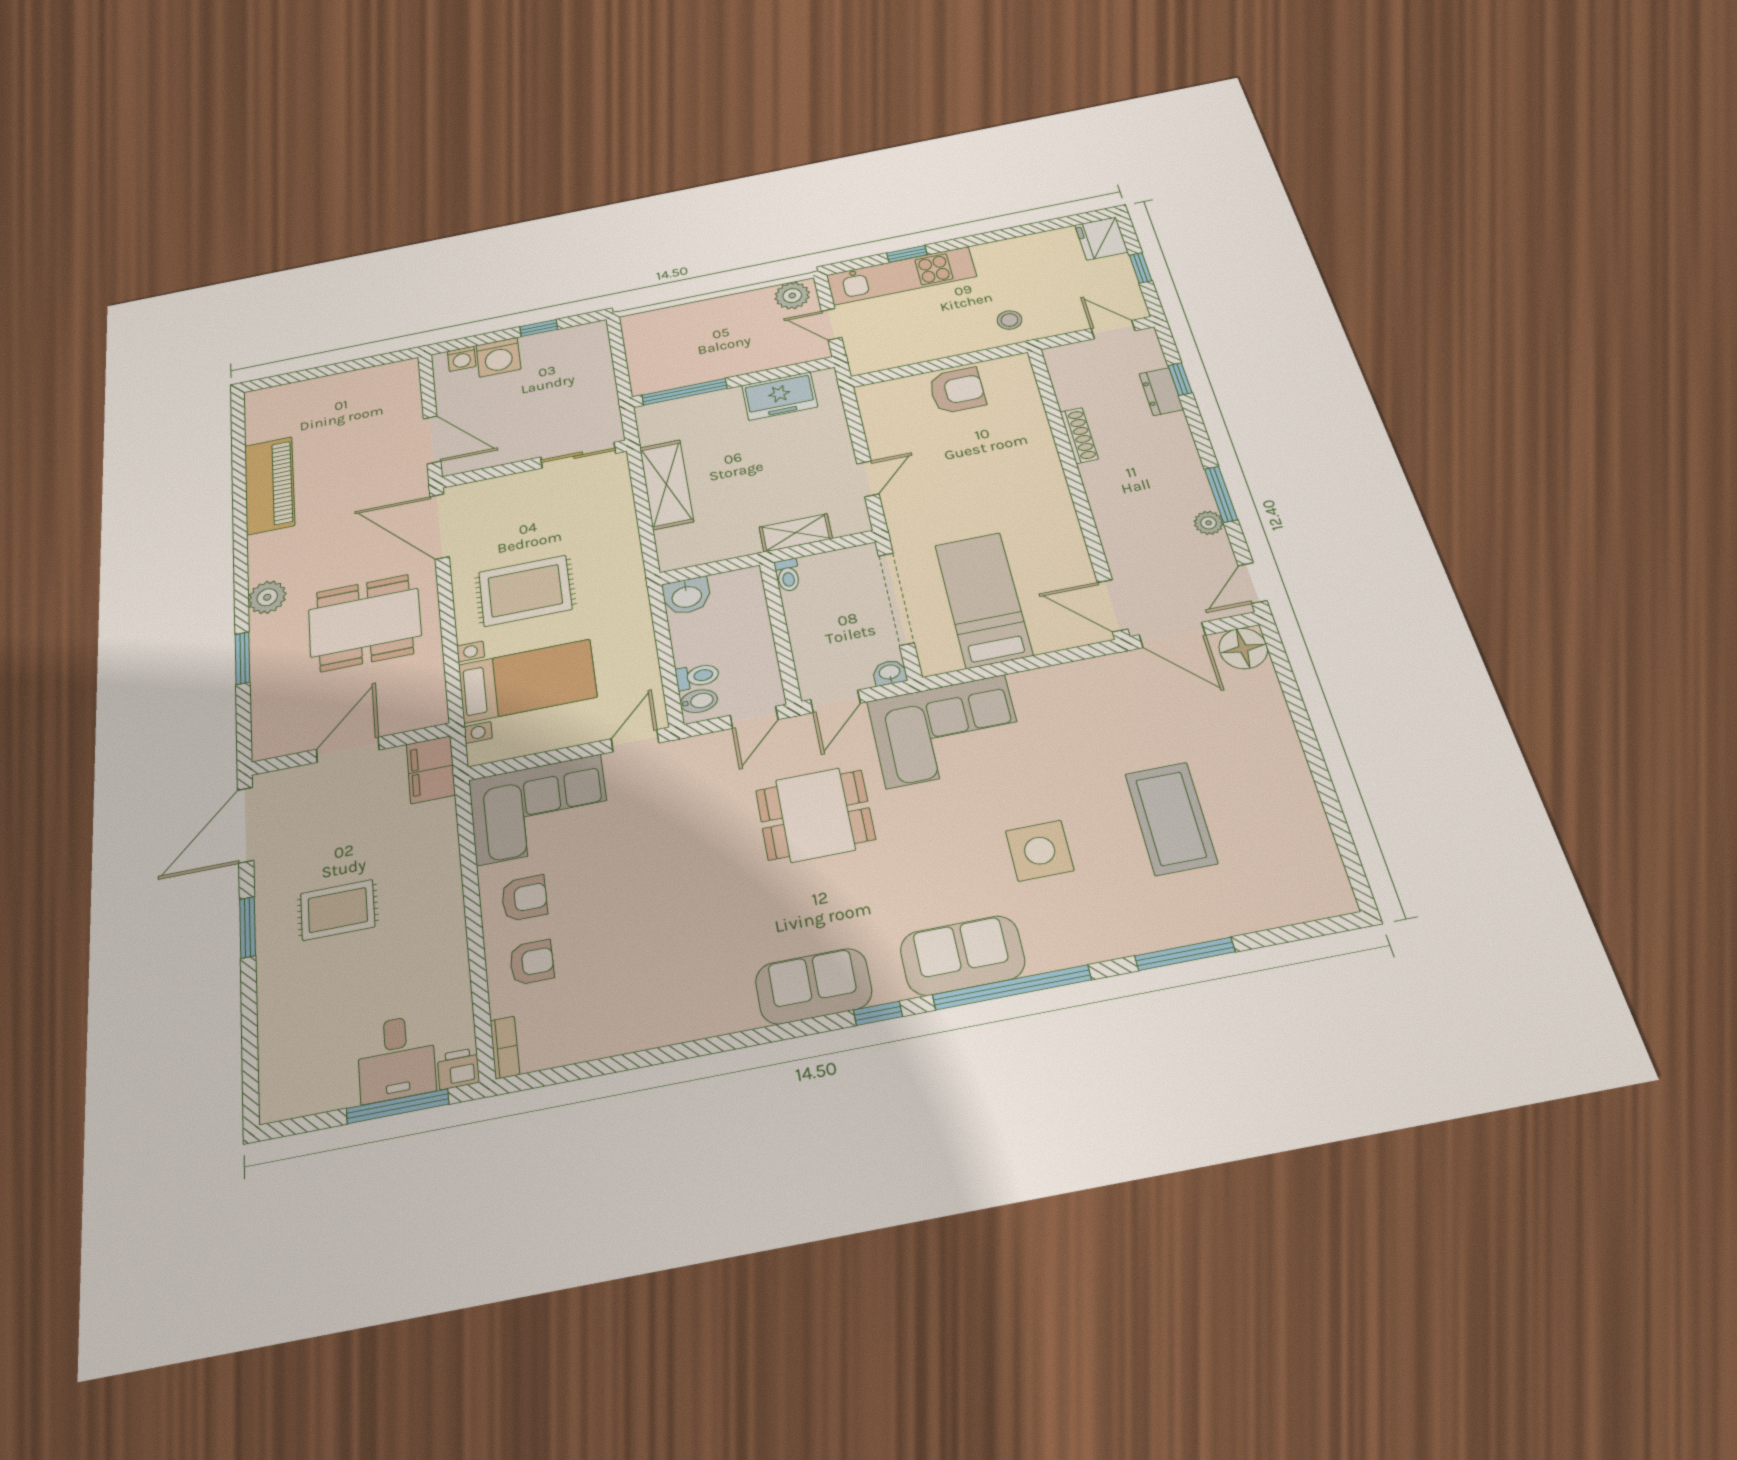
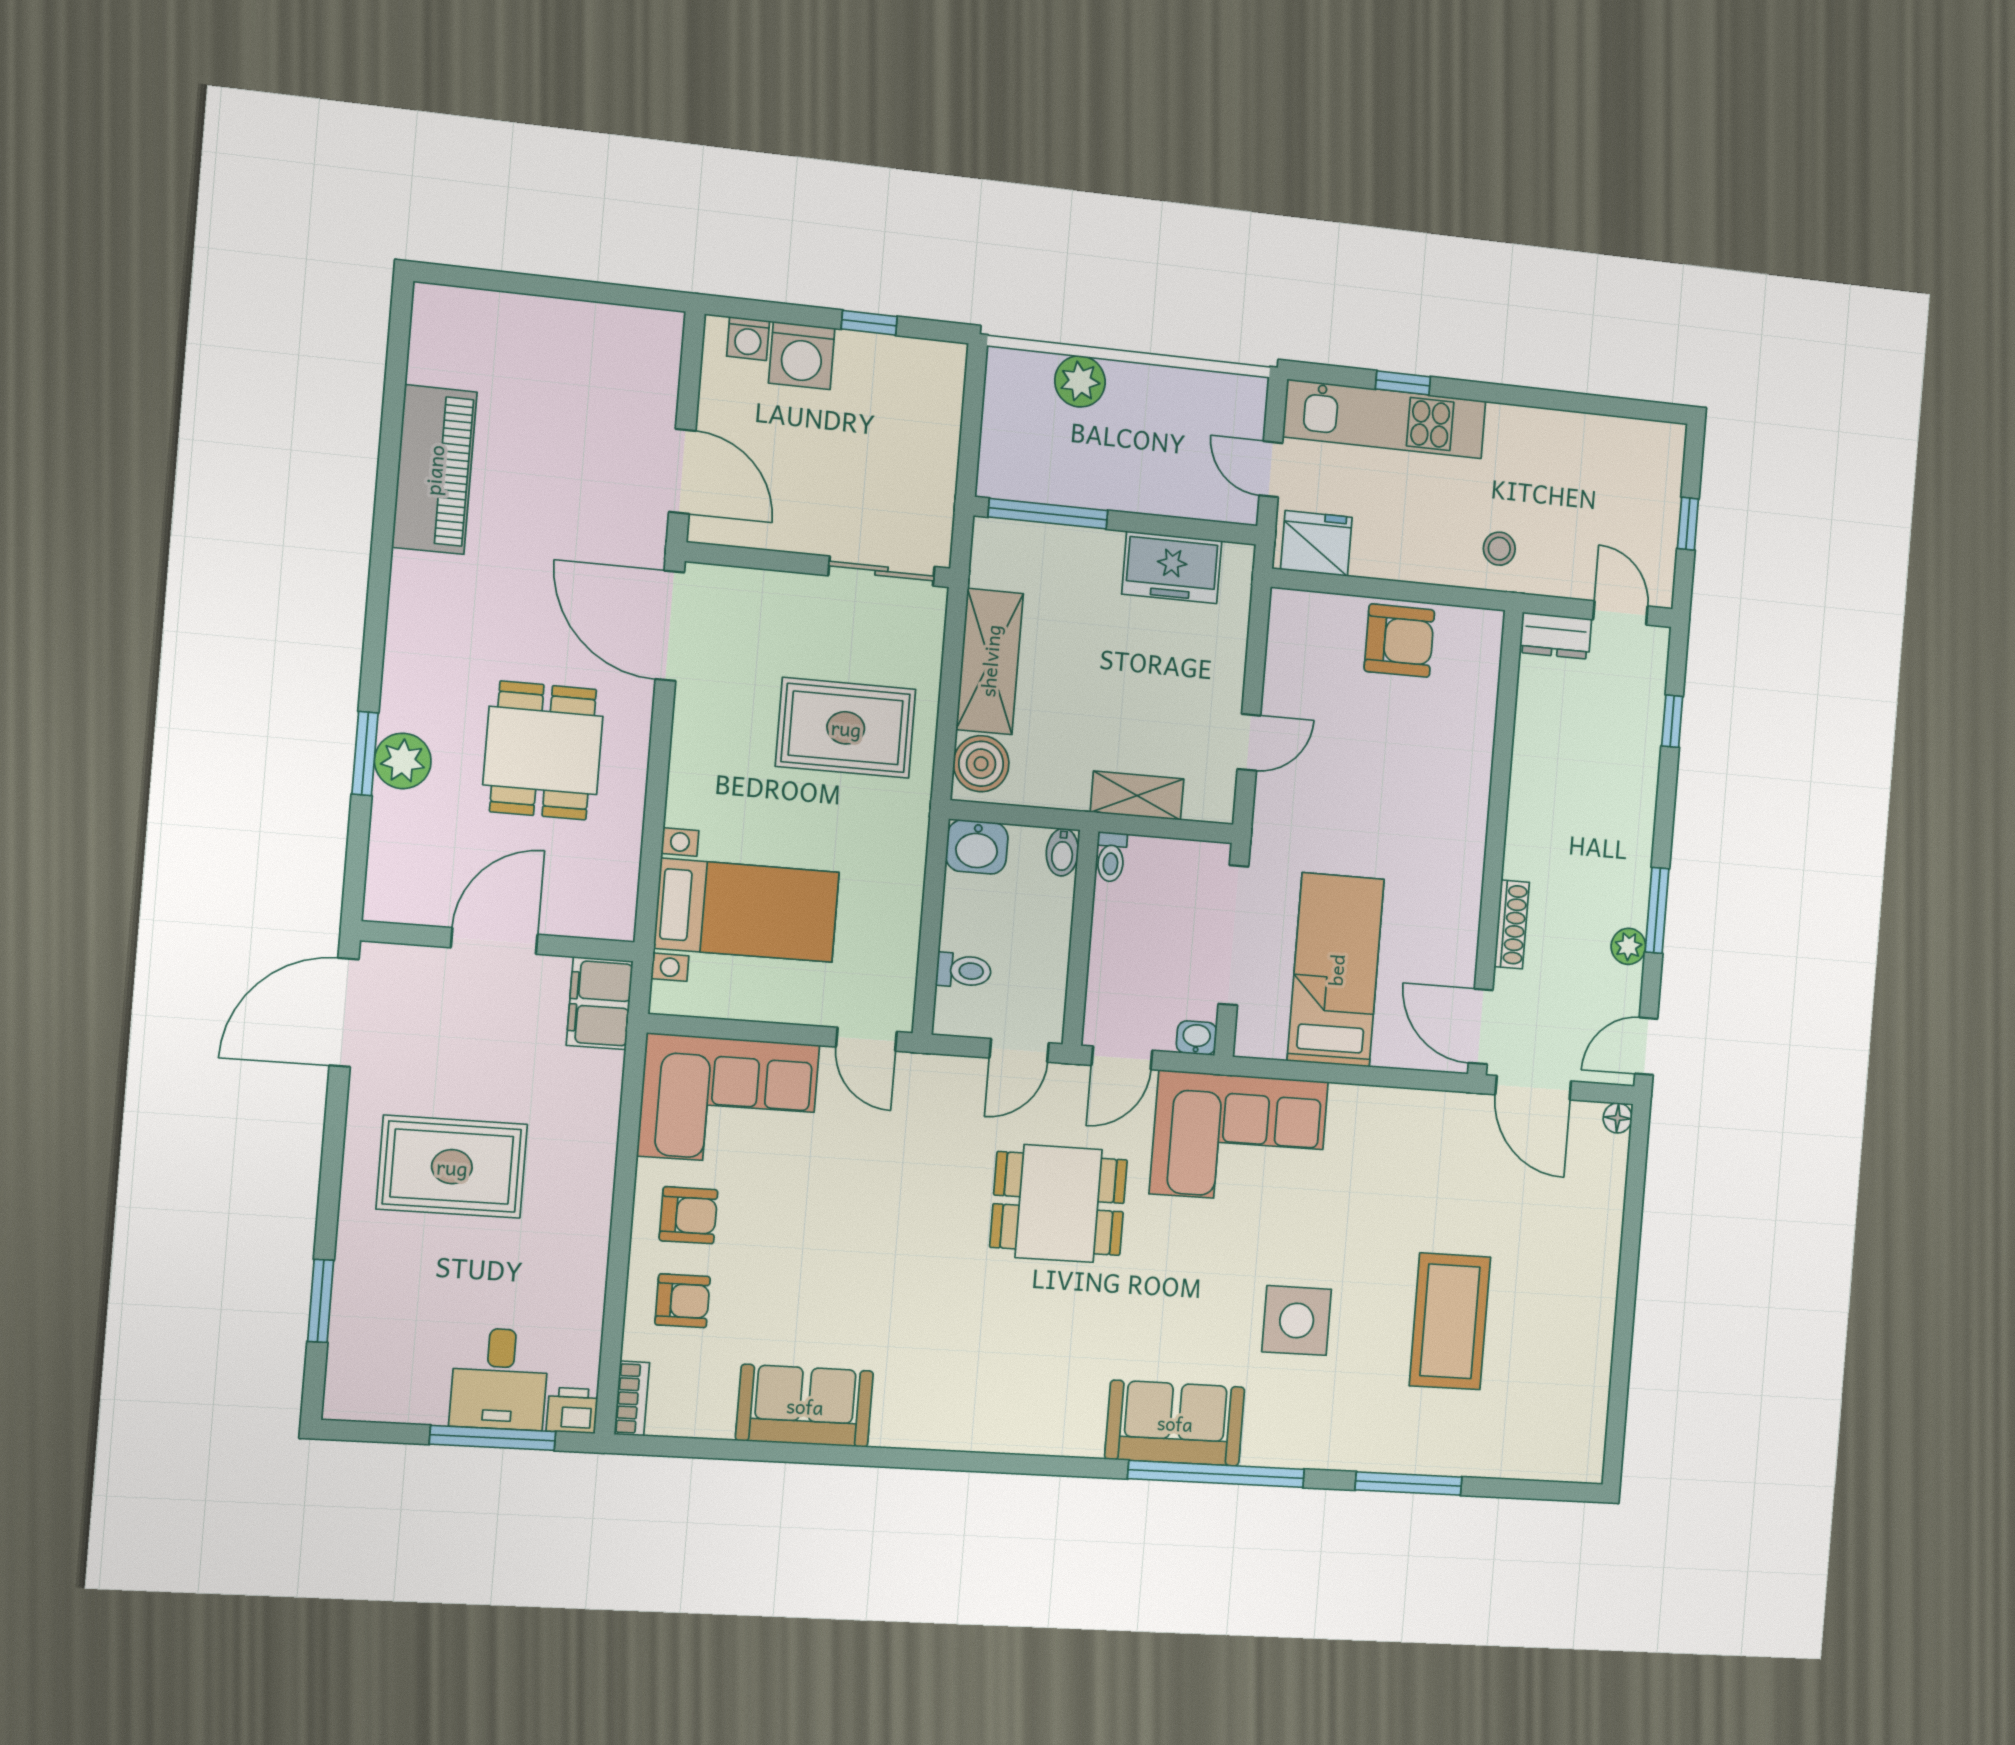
fridge: (1101, 239) -> (1316, 543), moved, turned 90
plant: (792, 296) -> (1080, 381), moved
dresser: (1161, 392) -> (1556, 636), moved, turned -90
shoe rack: (1079, 435) -> (1512, 924), moved
boiler: (676, 545) -> (981, 764), added
rug: (525, 591) -> (846, 728), moved
plant: (267, 597) -> (403, 761), moved
dining table: (365, 623) -> (543, 750), width x0.73
floor lamp: (1243, 649) -> (1618, 1118), width x0.53, depth x0.53
bidet: (699, 701) -> (1062, 852), moved, turned 90
door: (635, 741) -> (866, 1039), swing flipped
rug: (338, 910) -> (452, 1167), width x1.36, depth x1.43
window: (248, 927) -> (321, 1301), moved
sofa: (814, 986) -> (805, 1406), moved
window: (878, 1013) -> (1064, 1466), removed

